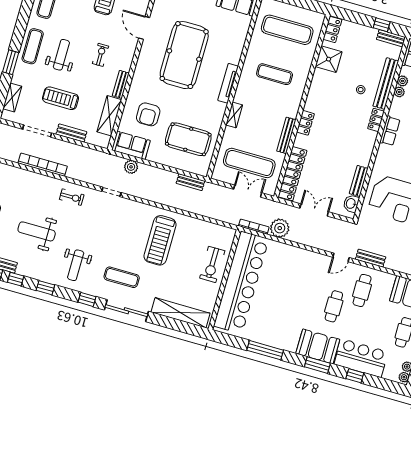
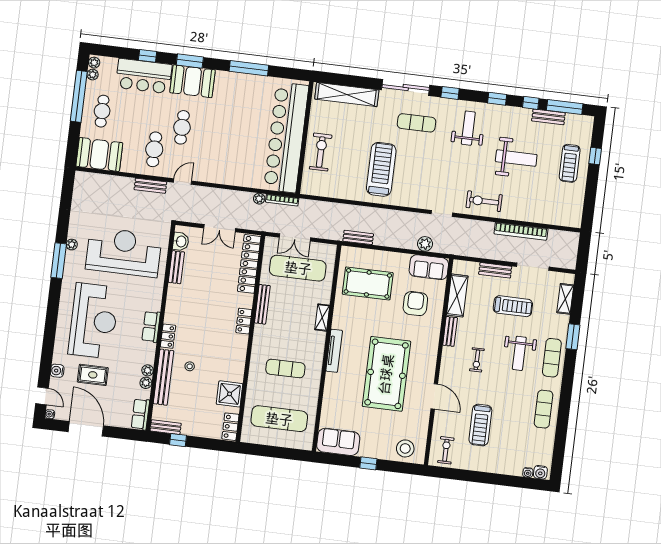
exercise bike: (72, 197) -> (484, 201), width x1.38, depth x1.39
plant: (280, 228) -> (259, 199), width x0.53, depth x0.53

